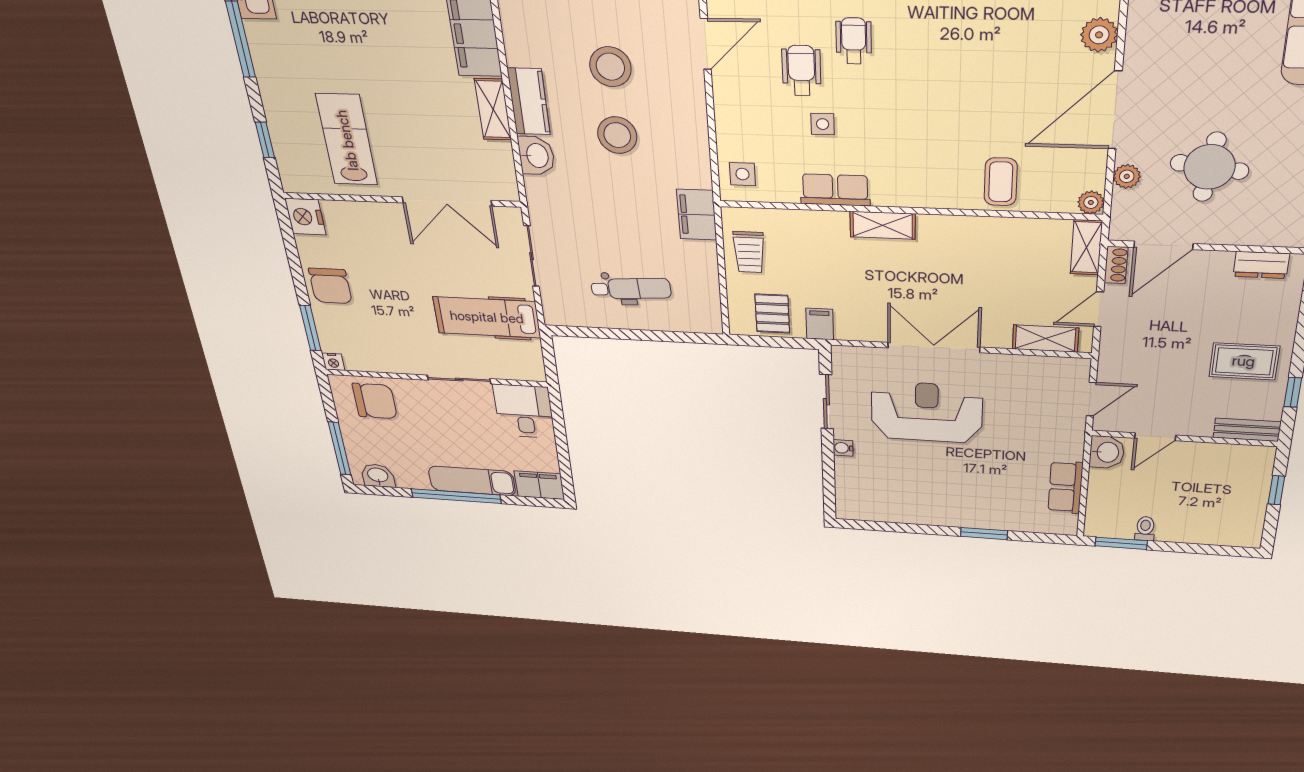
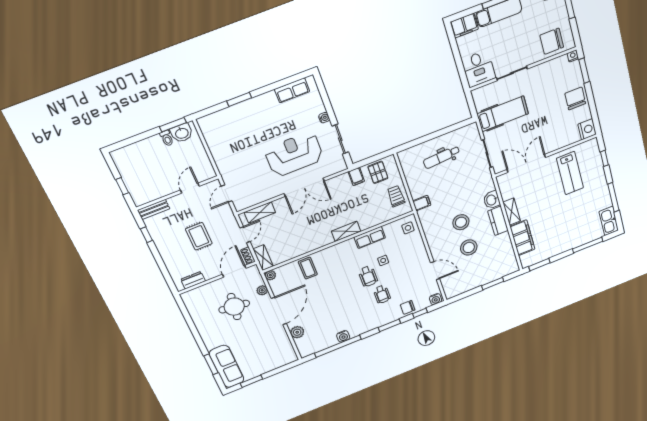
door: (706, 44) -> (435, 271), swing flipped
wheelchair: (801, 70) -> (368, 276), moved
filing cabinet: (697, 215) -> (422, 203), width x0.50
rug: (1244, 361) -> (199, 236), moved, turned 90
reception desk: (927, 412) -> (294, 154), turned 180
washbasin: (1107, 452) -> (182, 133), moved, turned -90
row of seats: (1065, 487) -> (292, 90), moved, turned 90

